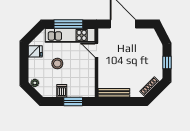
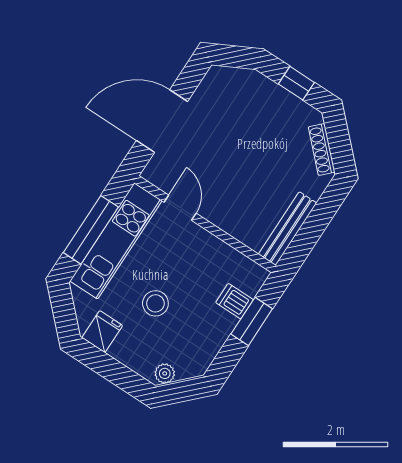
door: (97, 50) -> (180, 208), swing flipped
dishwasher: (62, 91) -> (234, 301), moved

